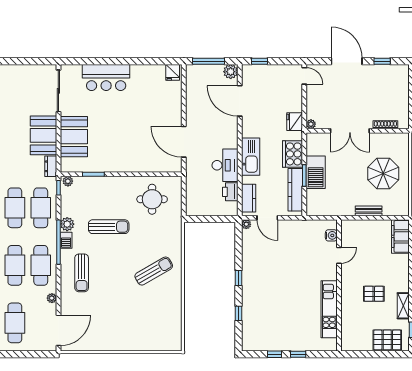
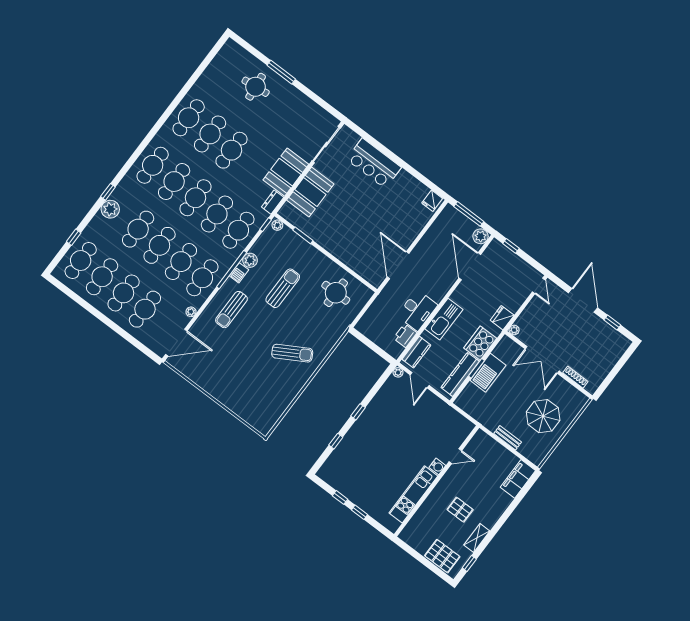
sun lounger: (109, 227) -> (283, 288), turned -90
water cooler: (331, 235) -> (437, 466), moved

